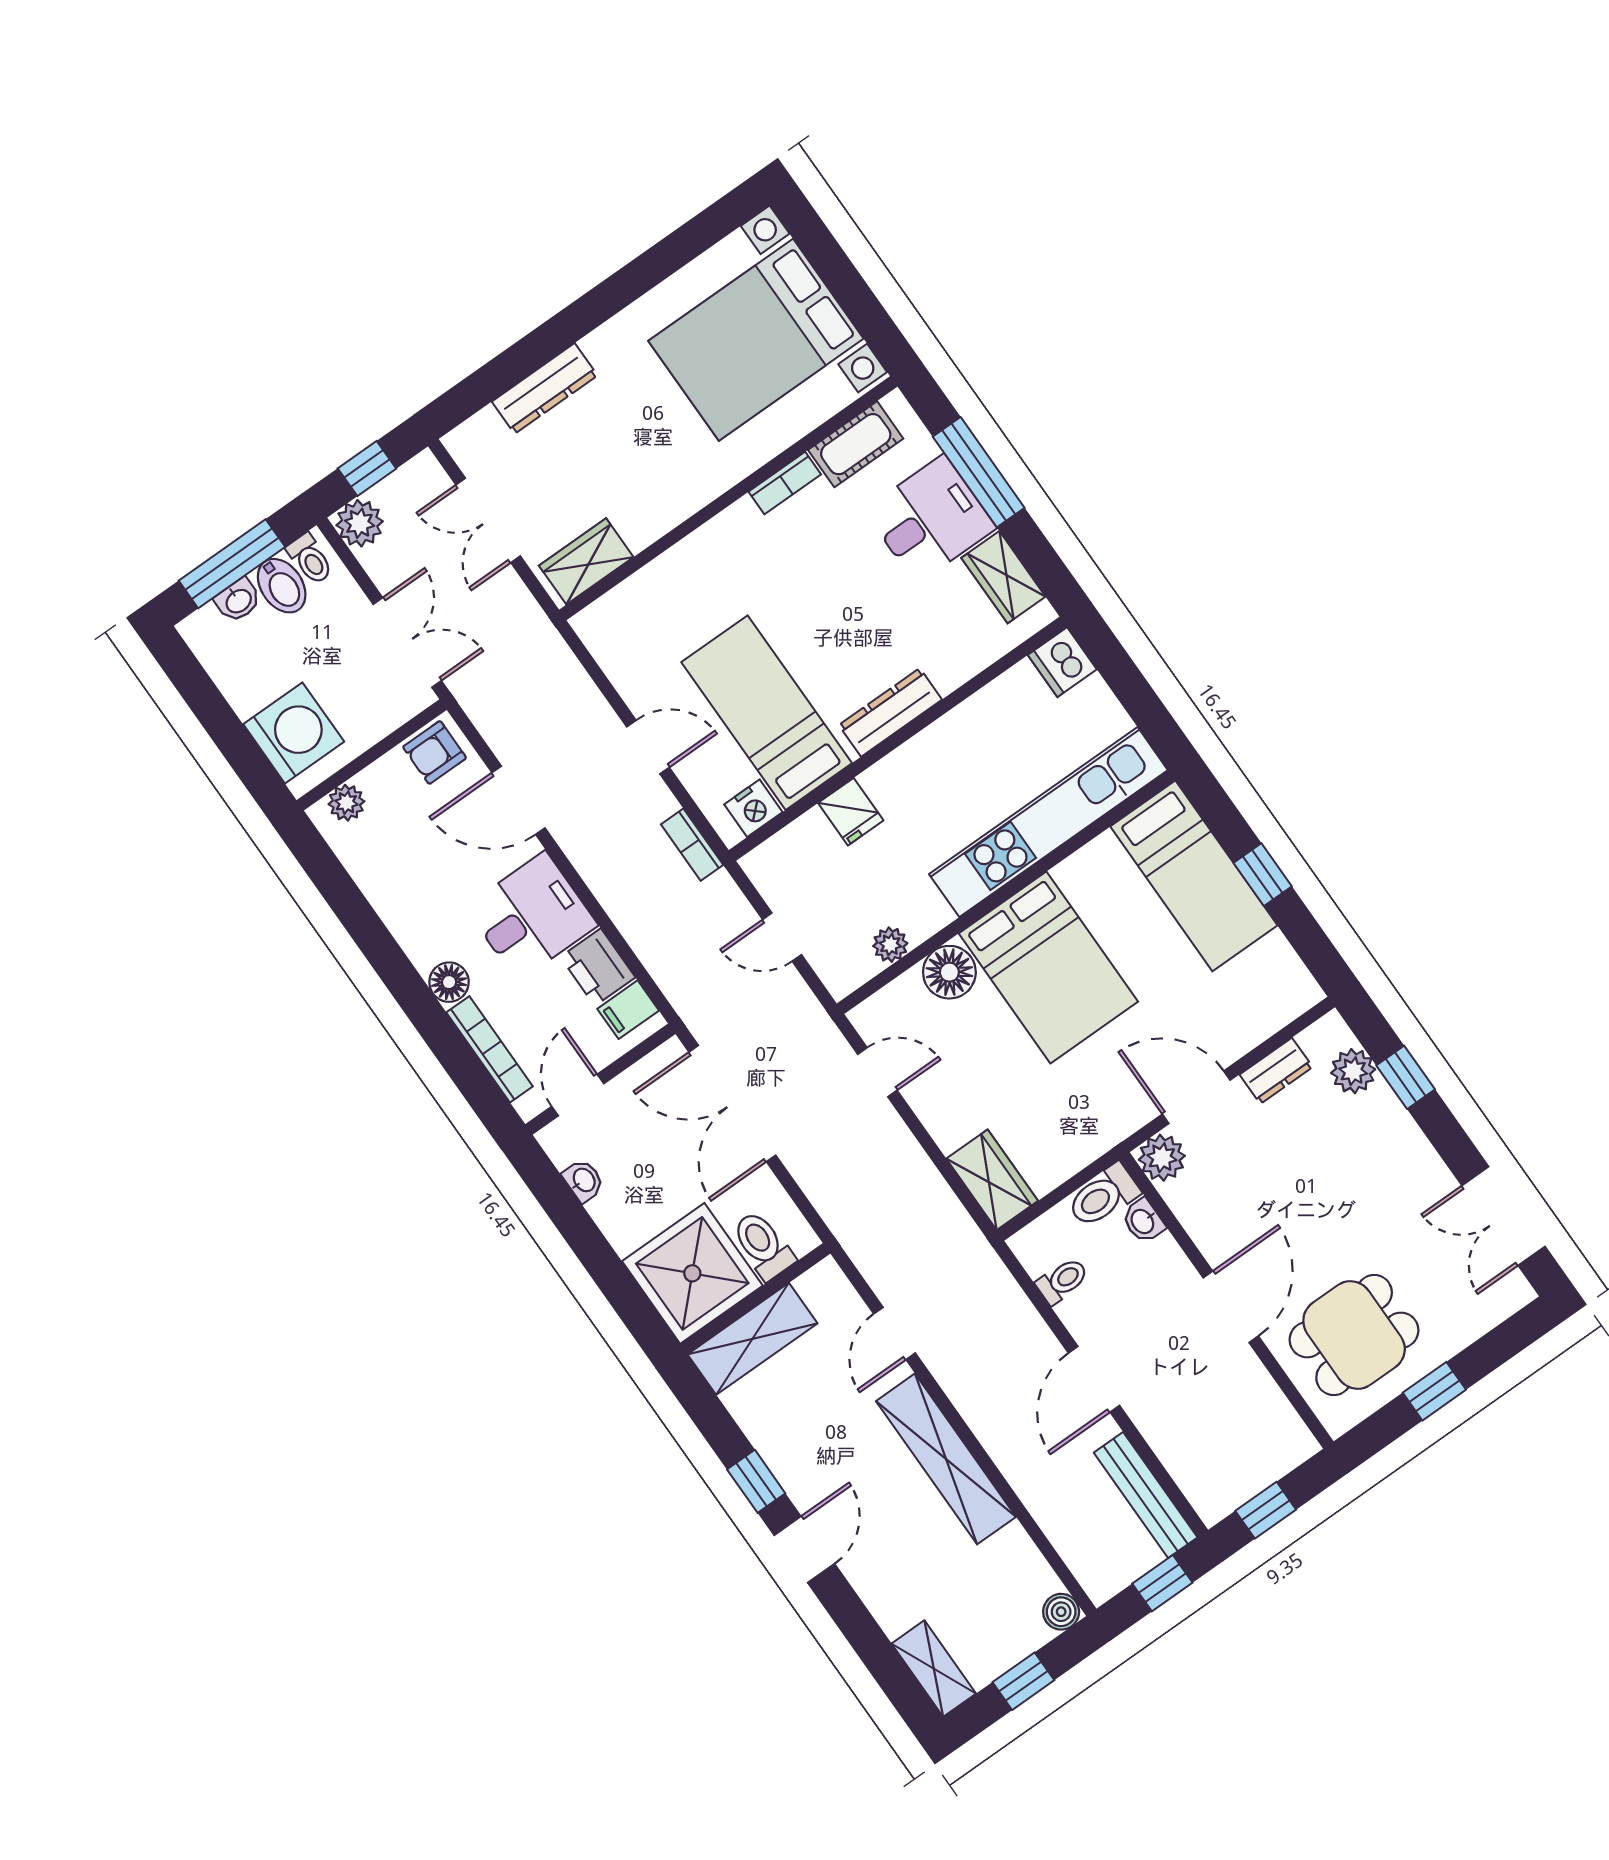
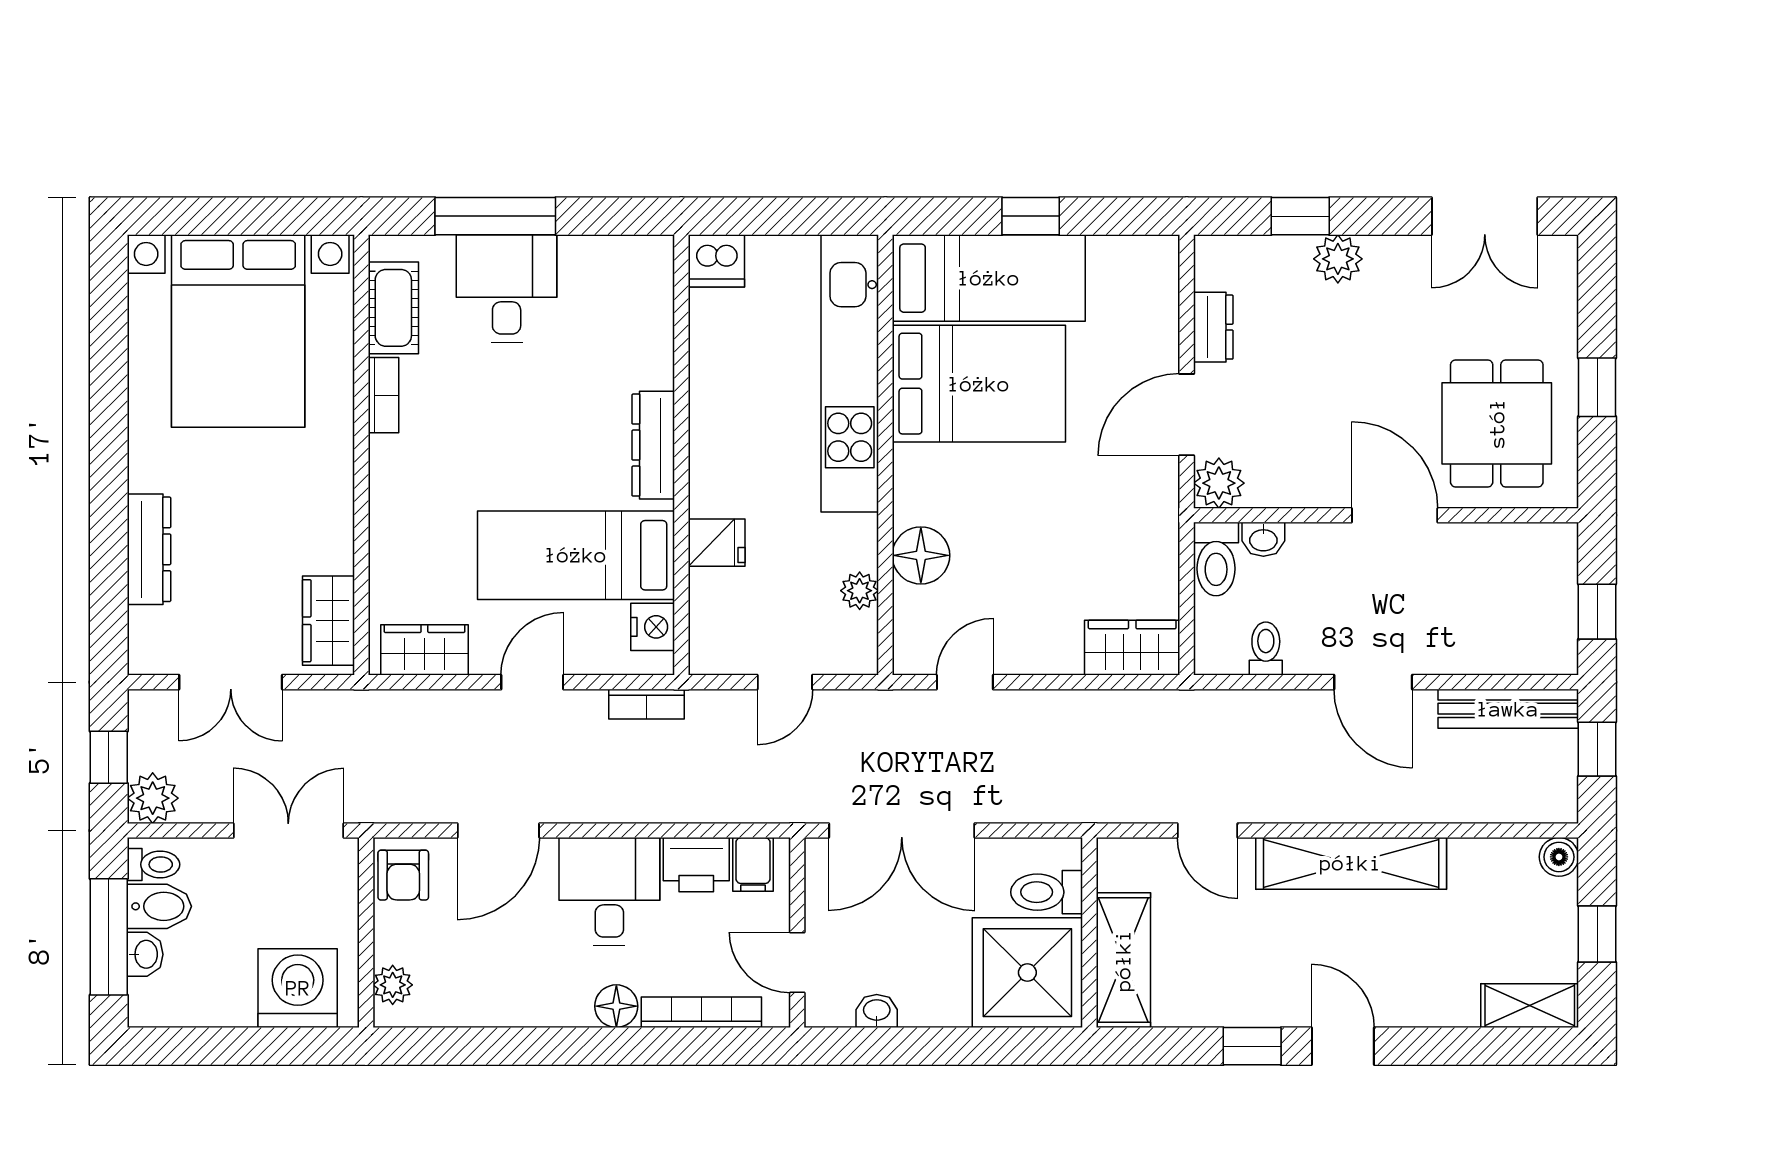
wardrobe: (1003, 577) -> (424, 650), moved, turned 180
bed: (1048, 968) -> (979, 384), moved
plant: (1353, 1071) -> (1338, 259), moved

